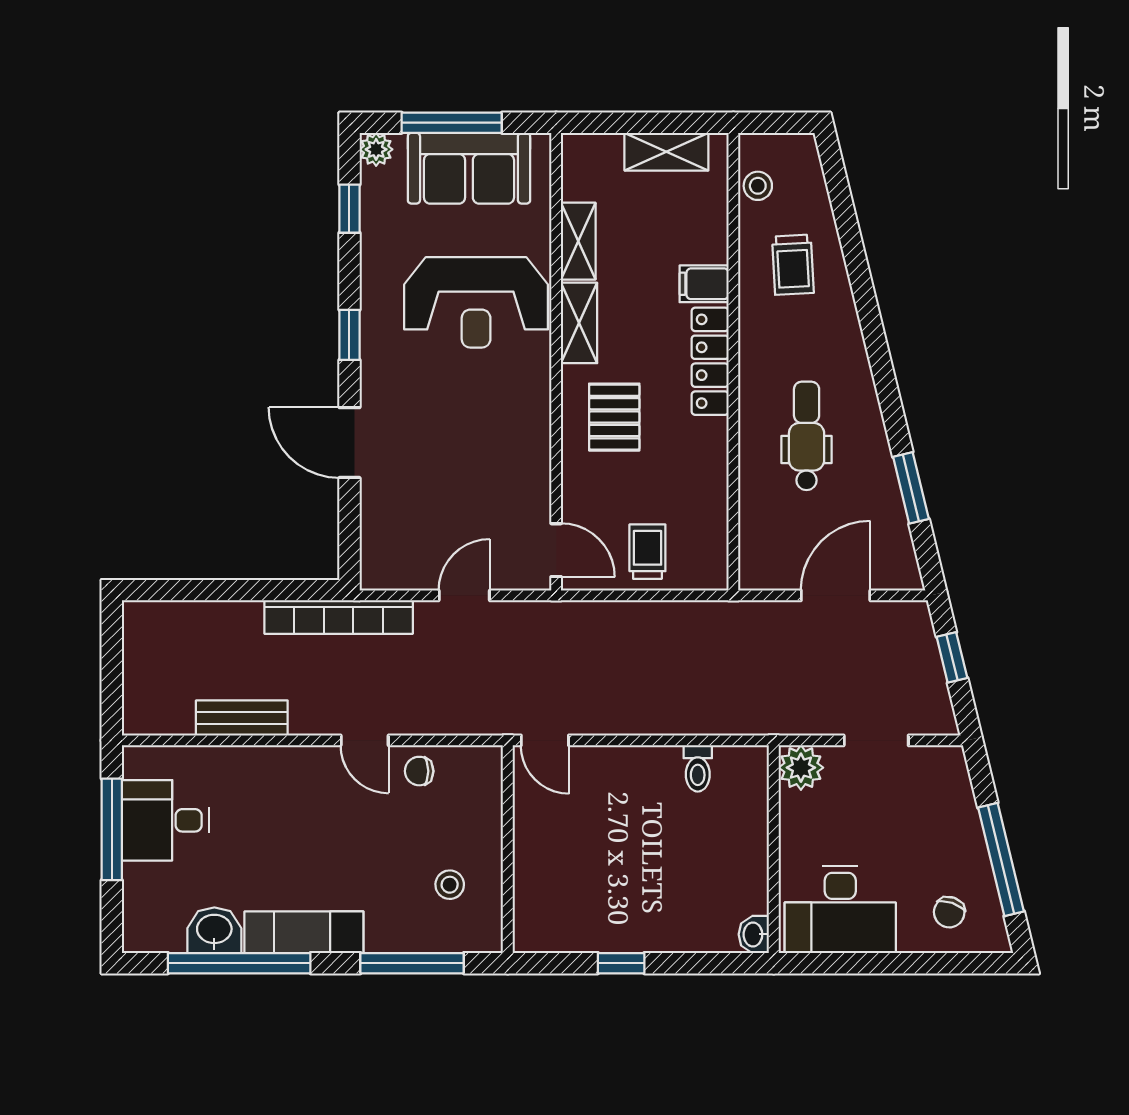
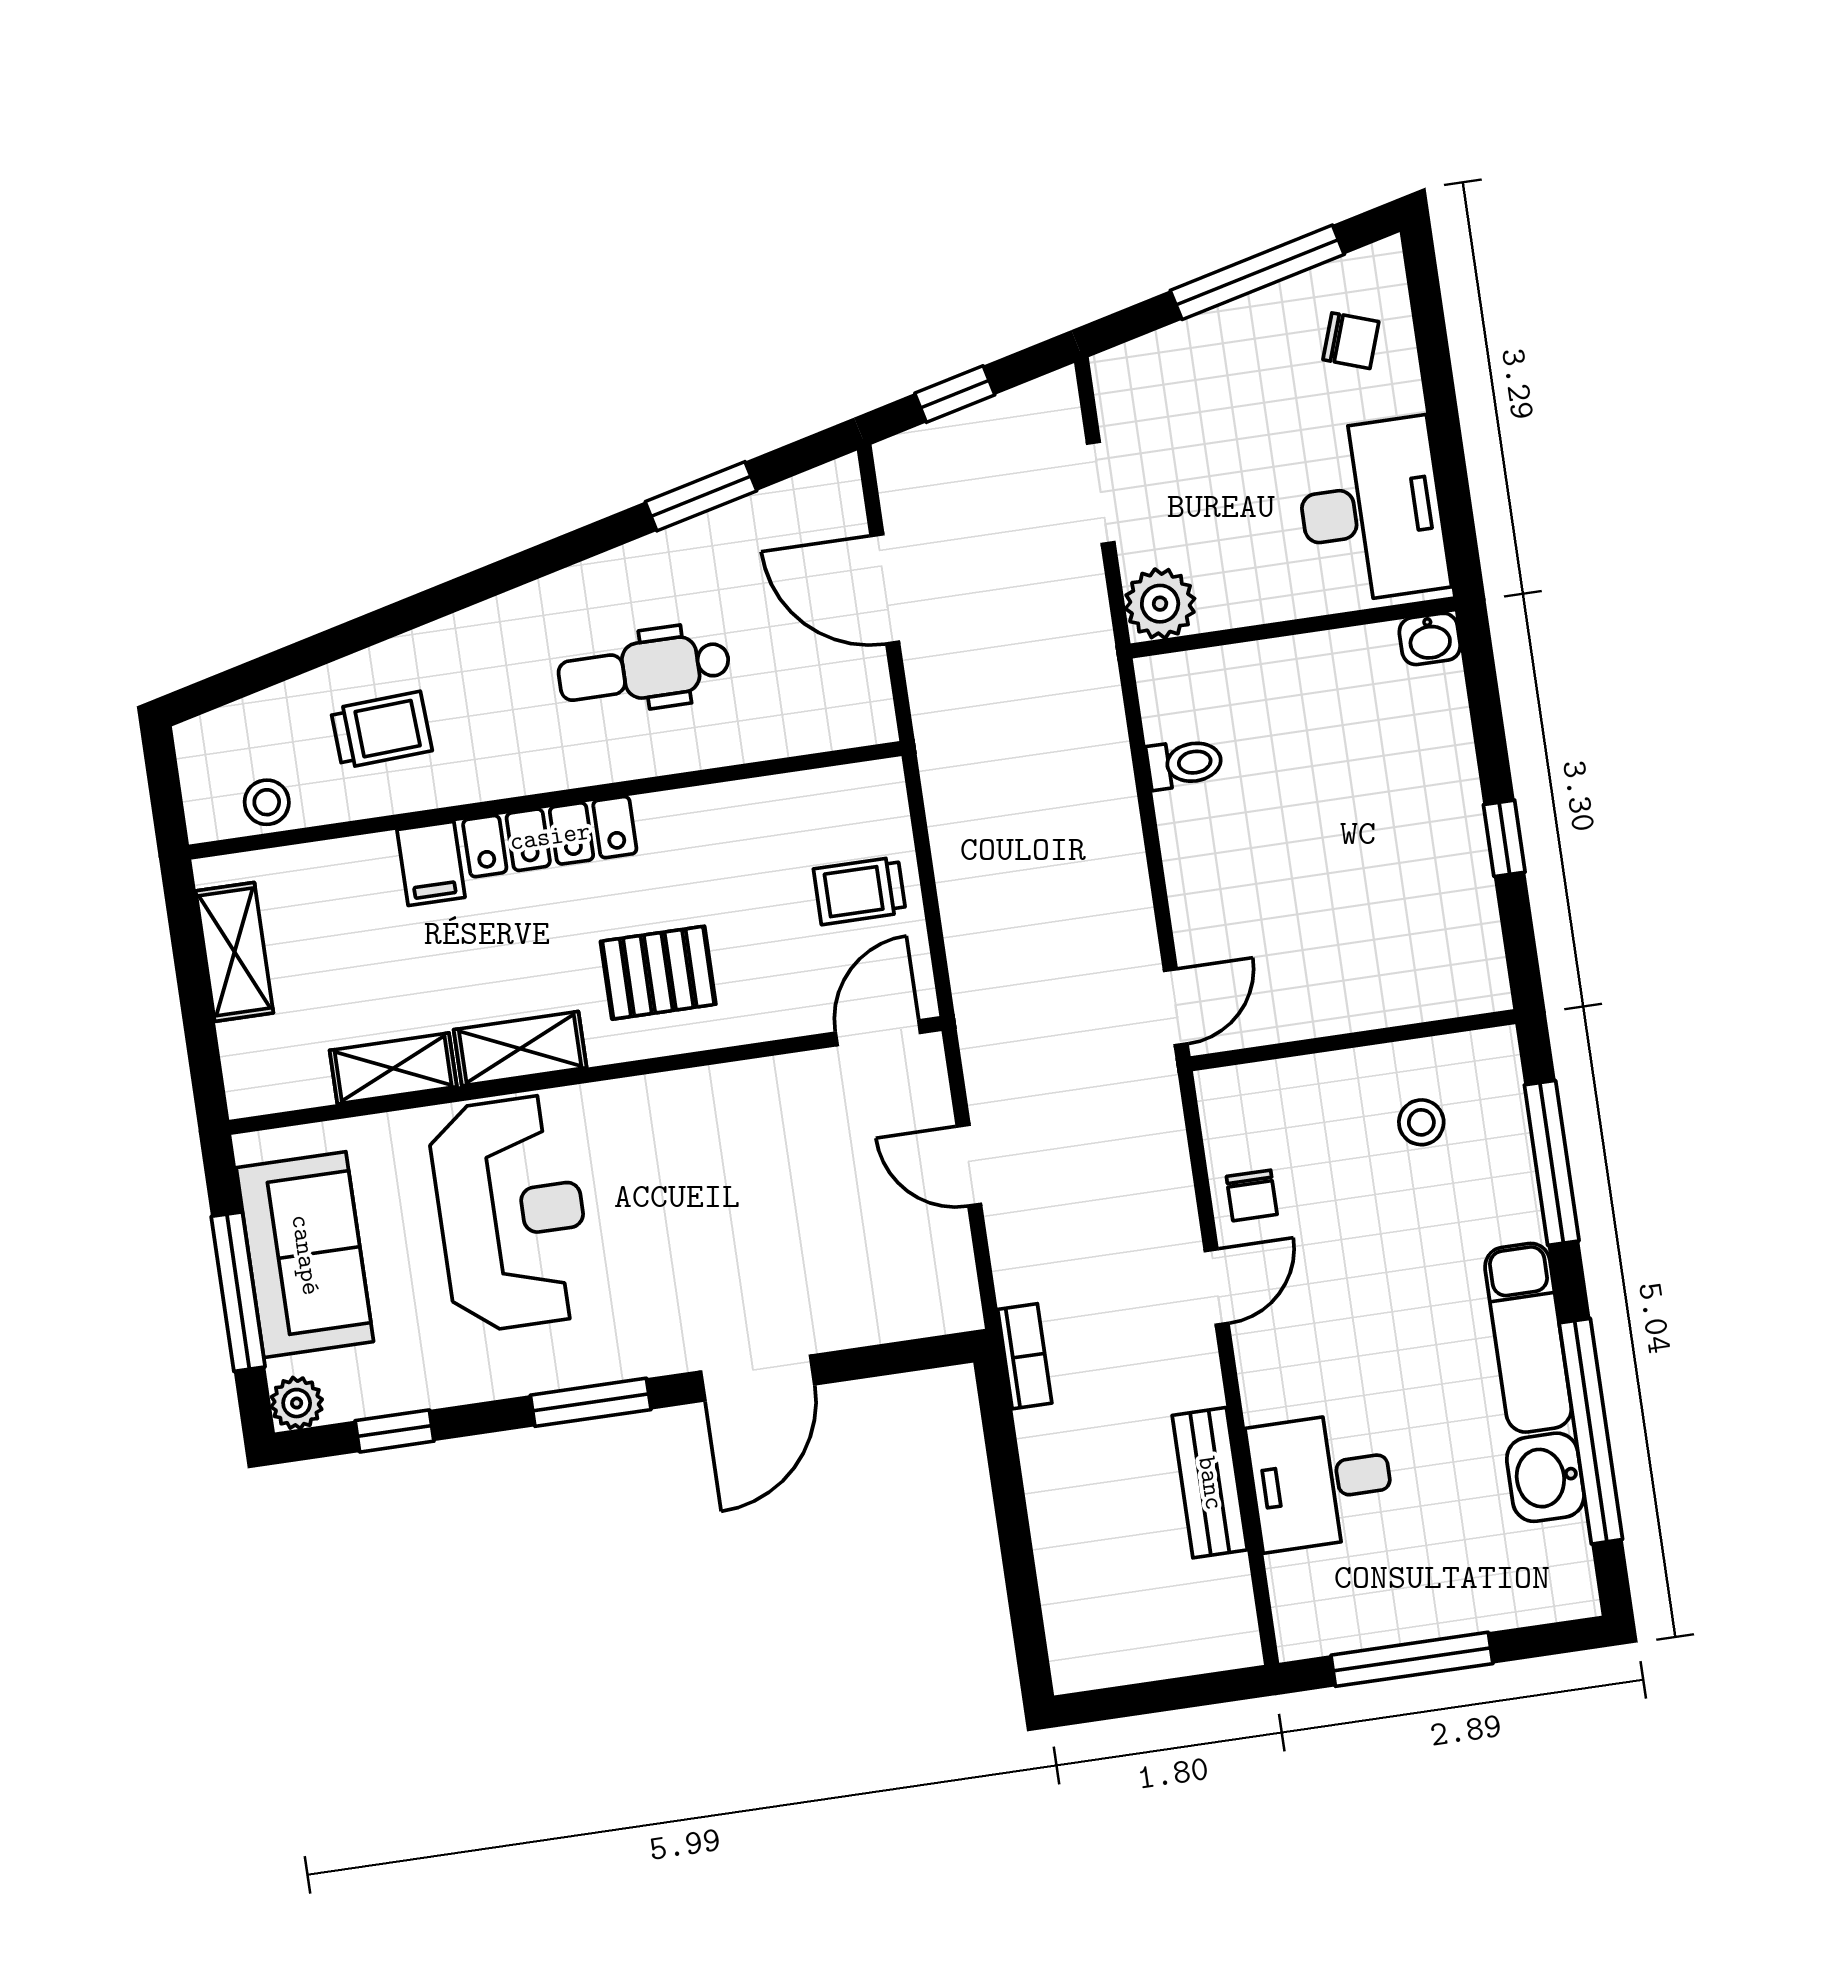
window: (349, 335) -> (591, 1402), width x1.50
bookcase: (339, 617) -> (1025, 1356), width x0.43, depth x0.76
desk: (165, 820) -> (1321, 1481), moved, turned 90

